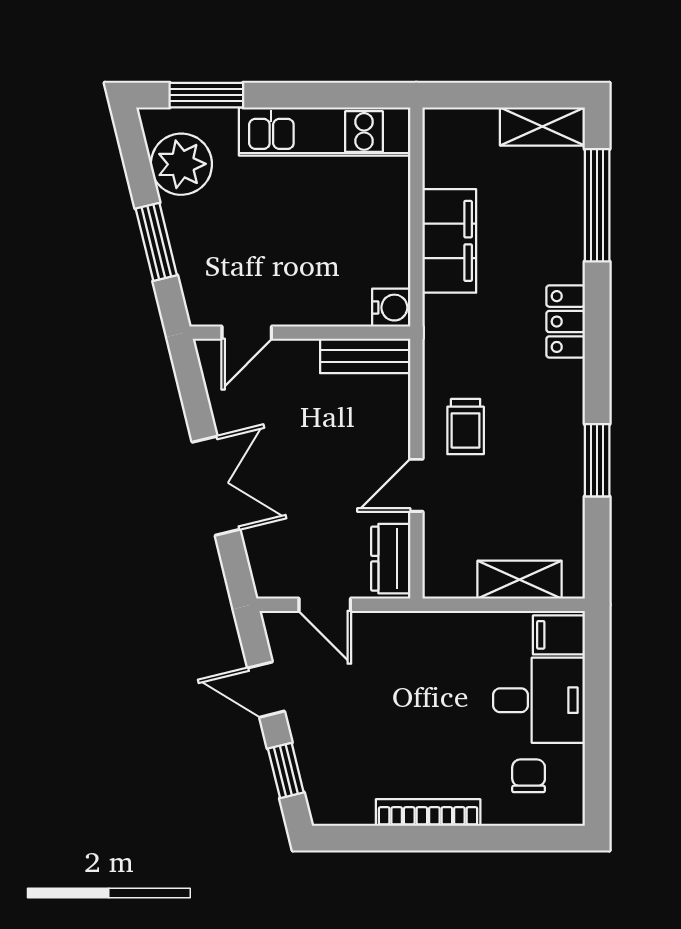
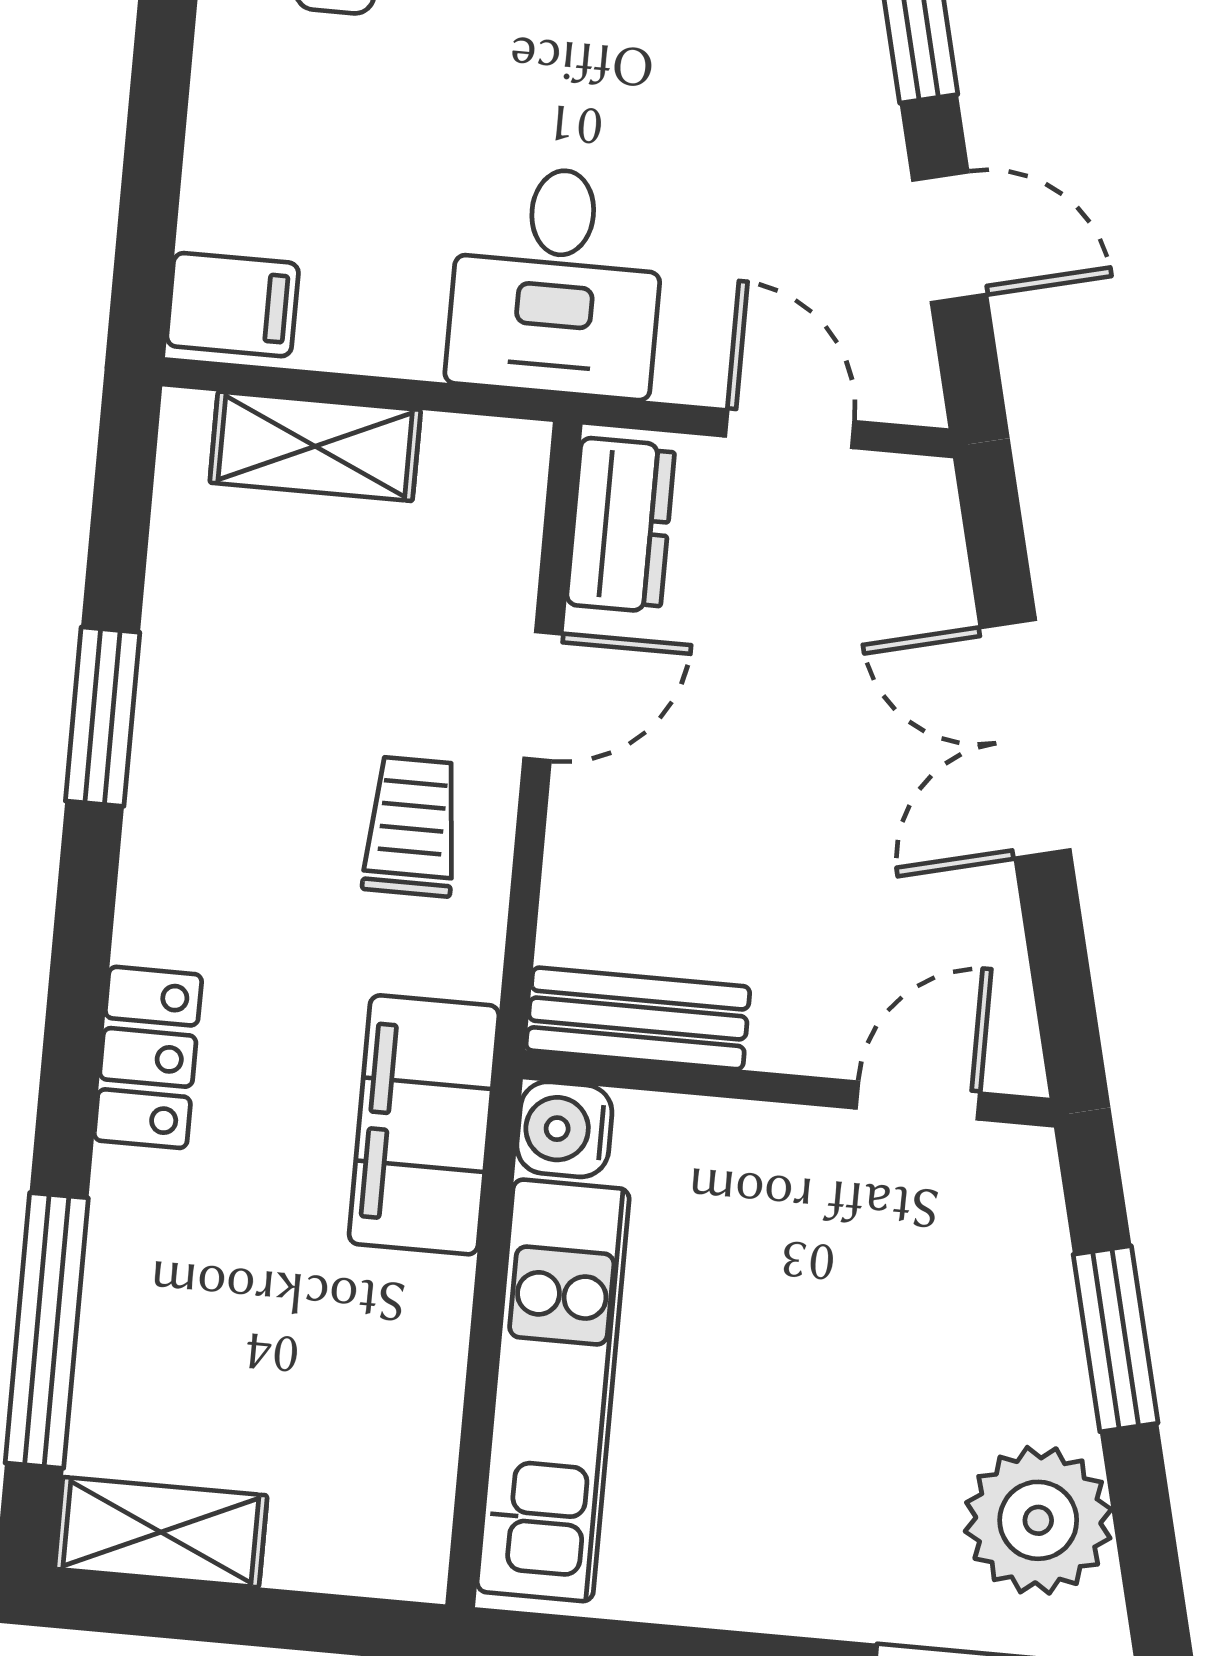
kitchen unit: (325, 131) -> (553, 1390), moved, turned 90
filing cabinet: (449, 241) -> (424, 1125), moved
desk: (539, 700) -> (557, 281), moved, turned -90

